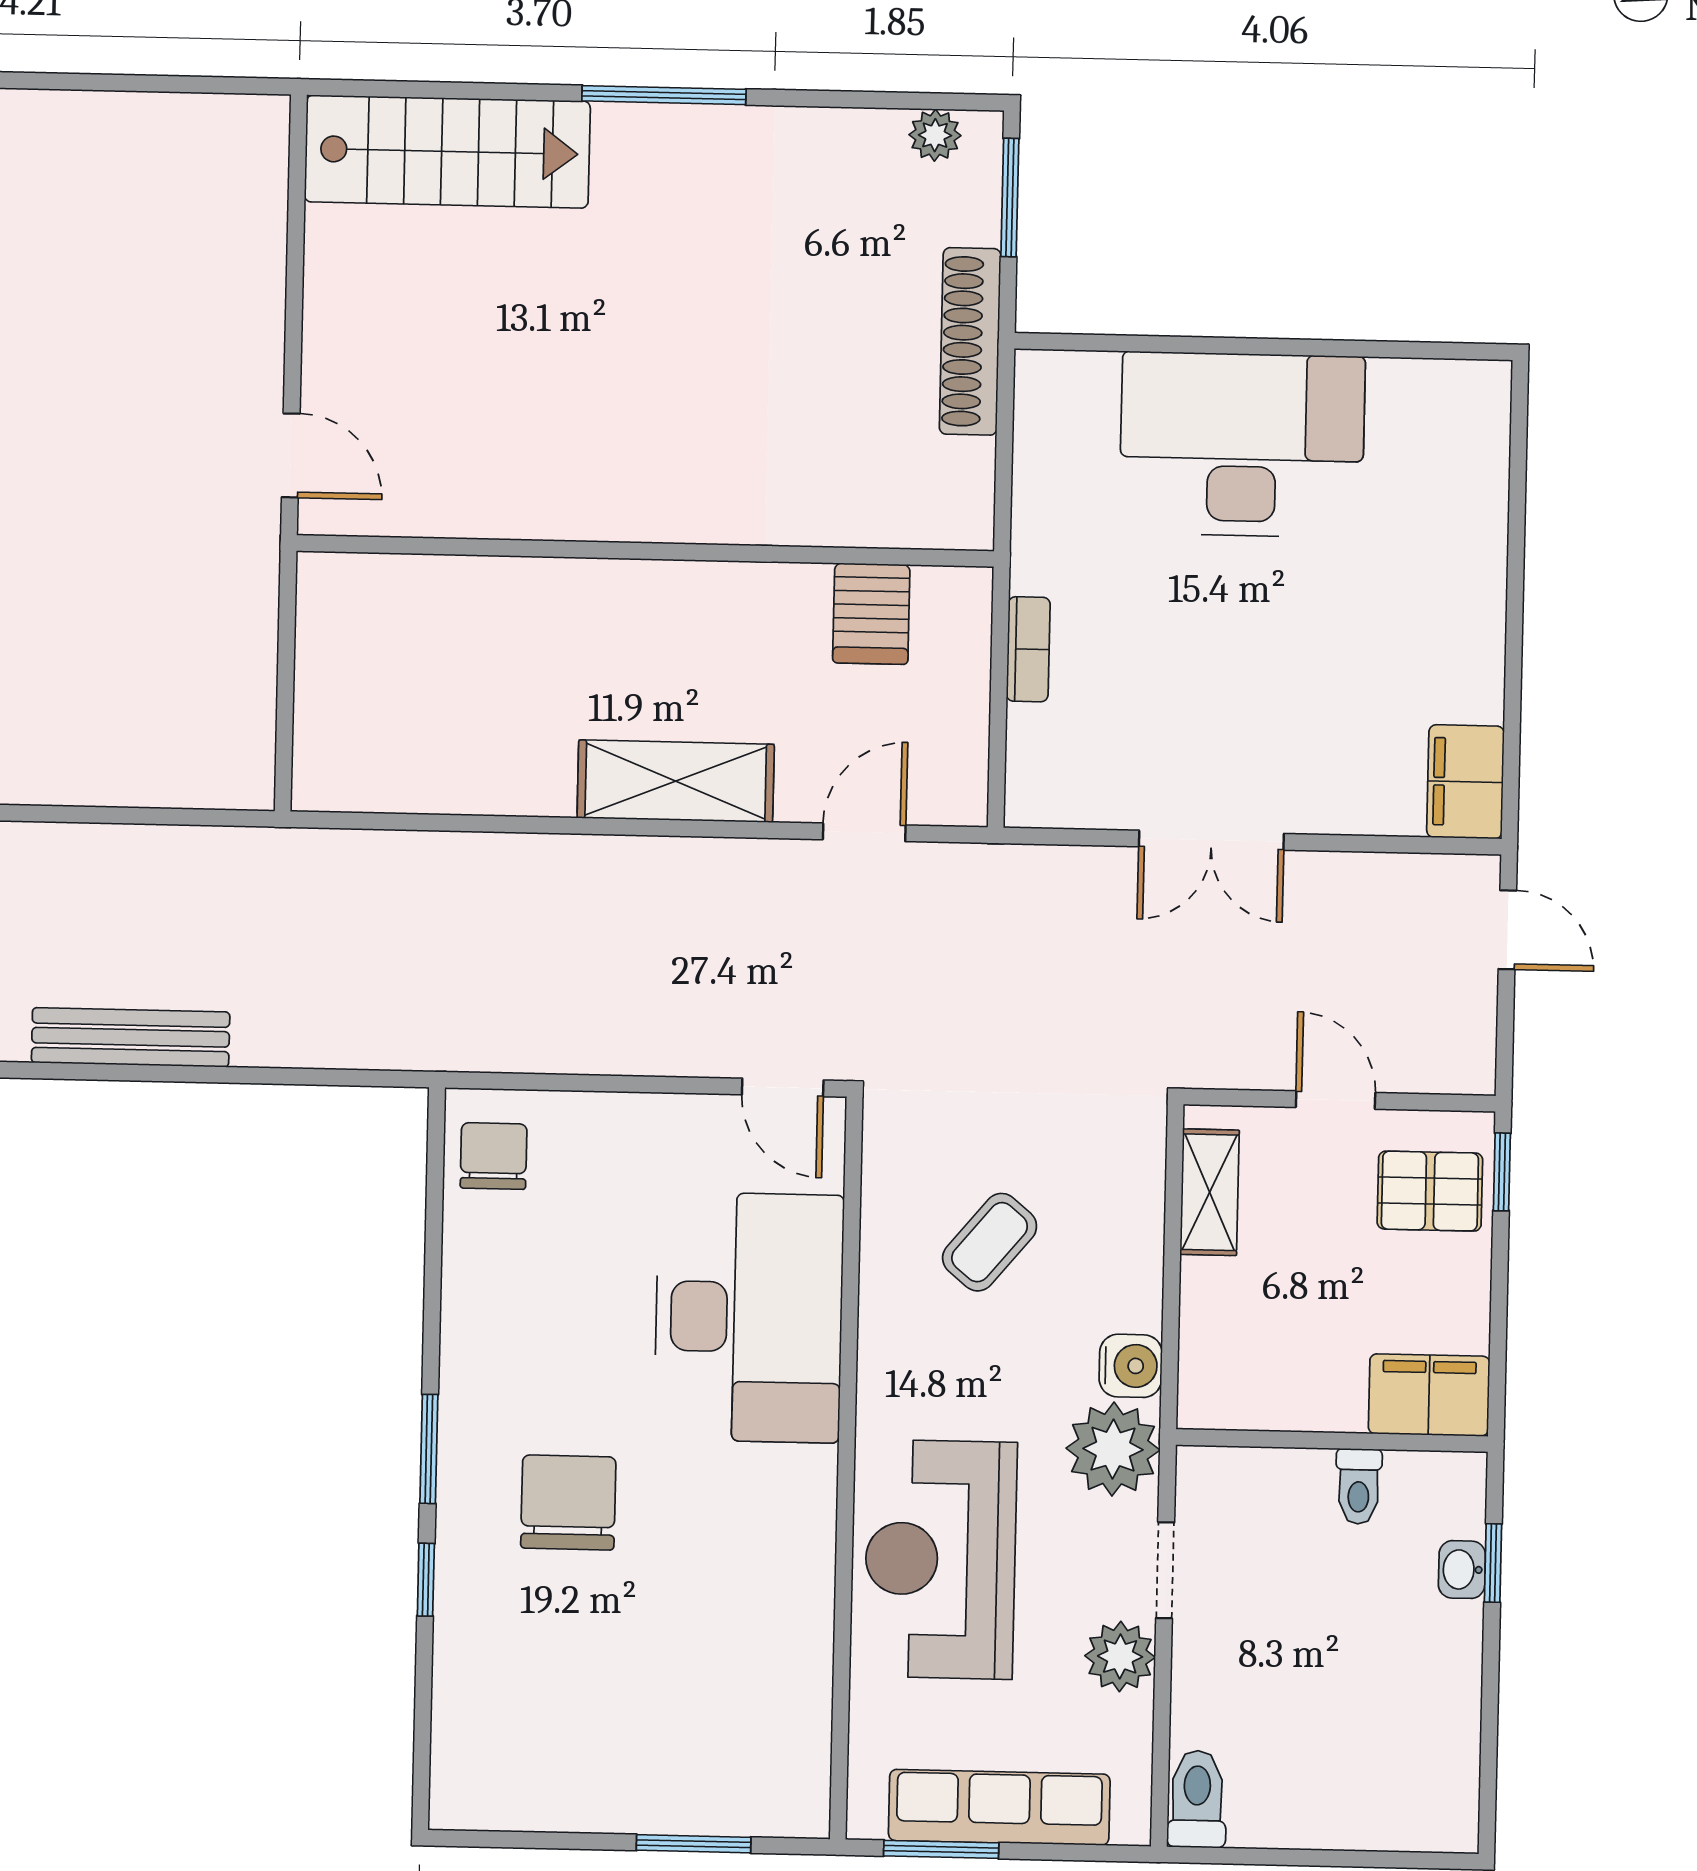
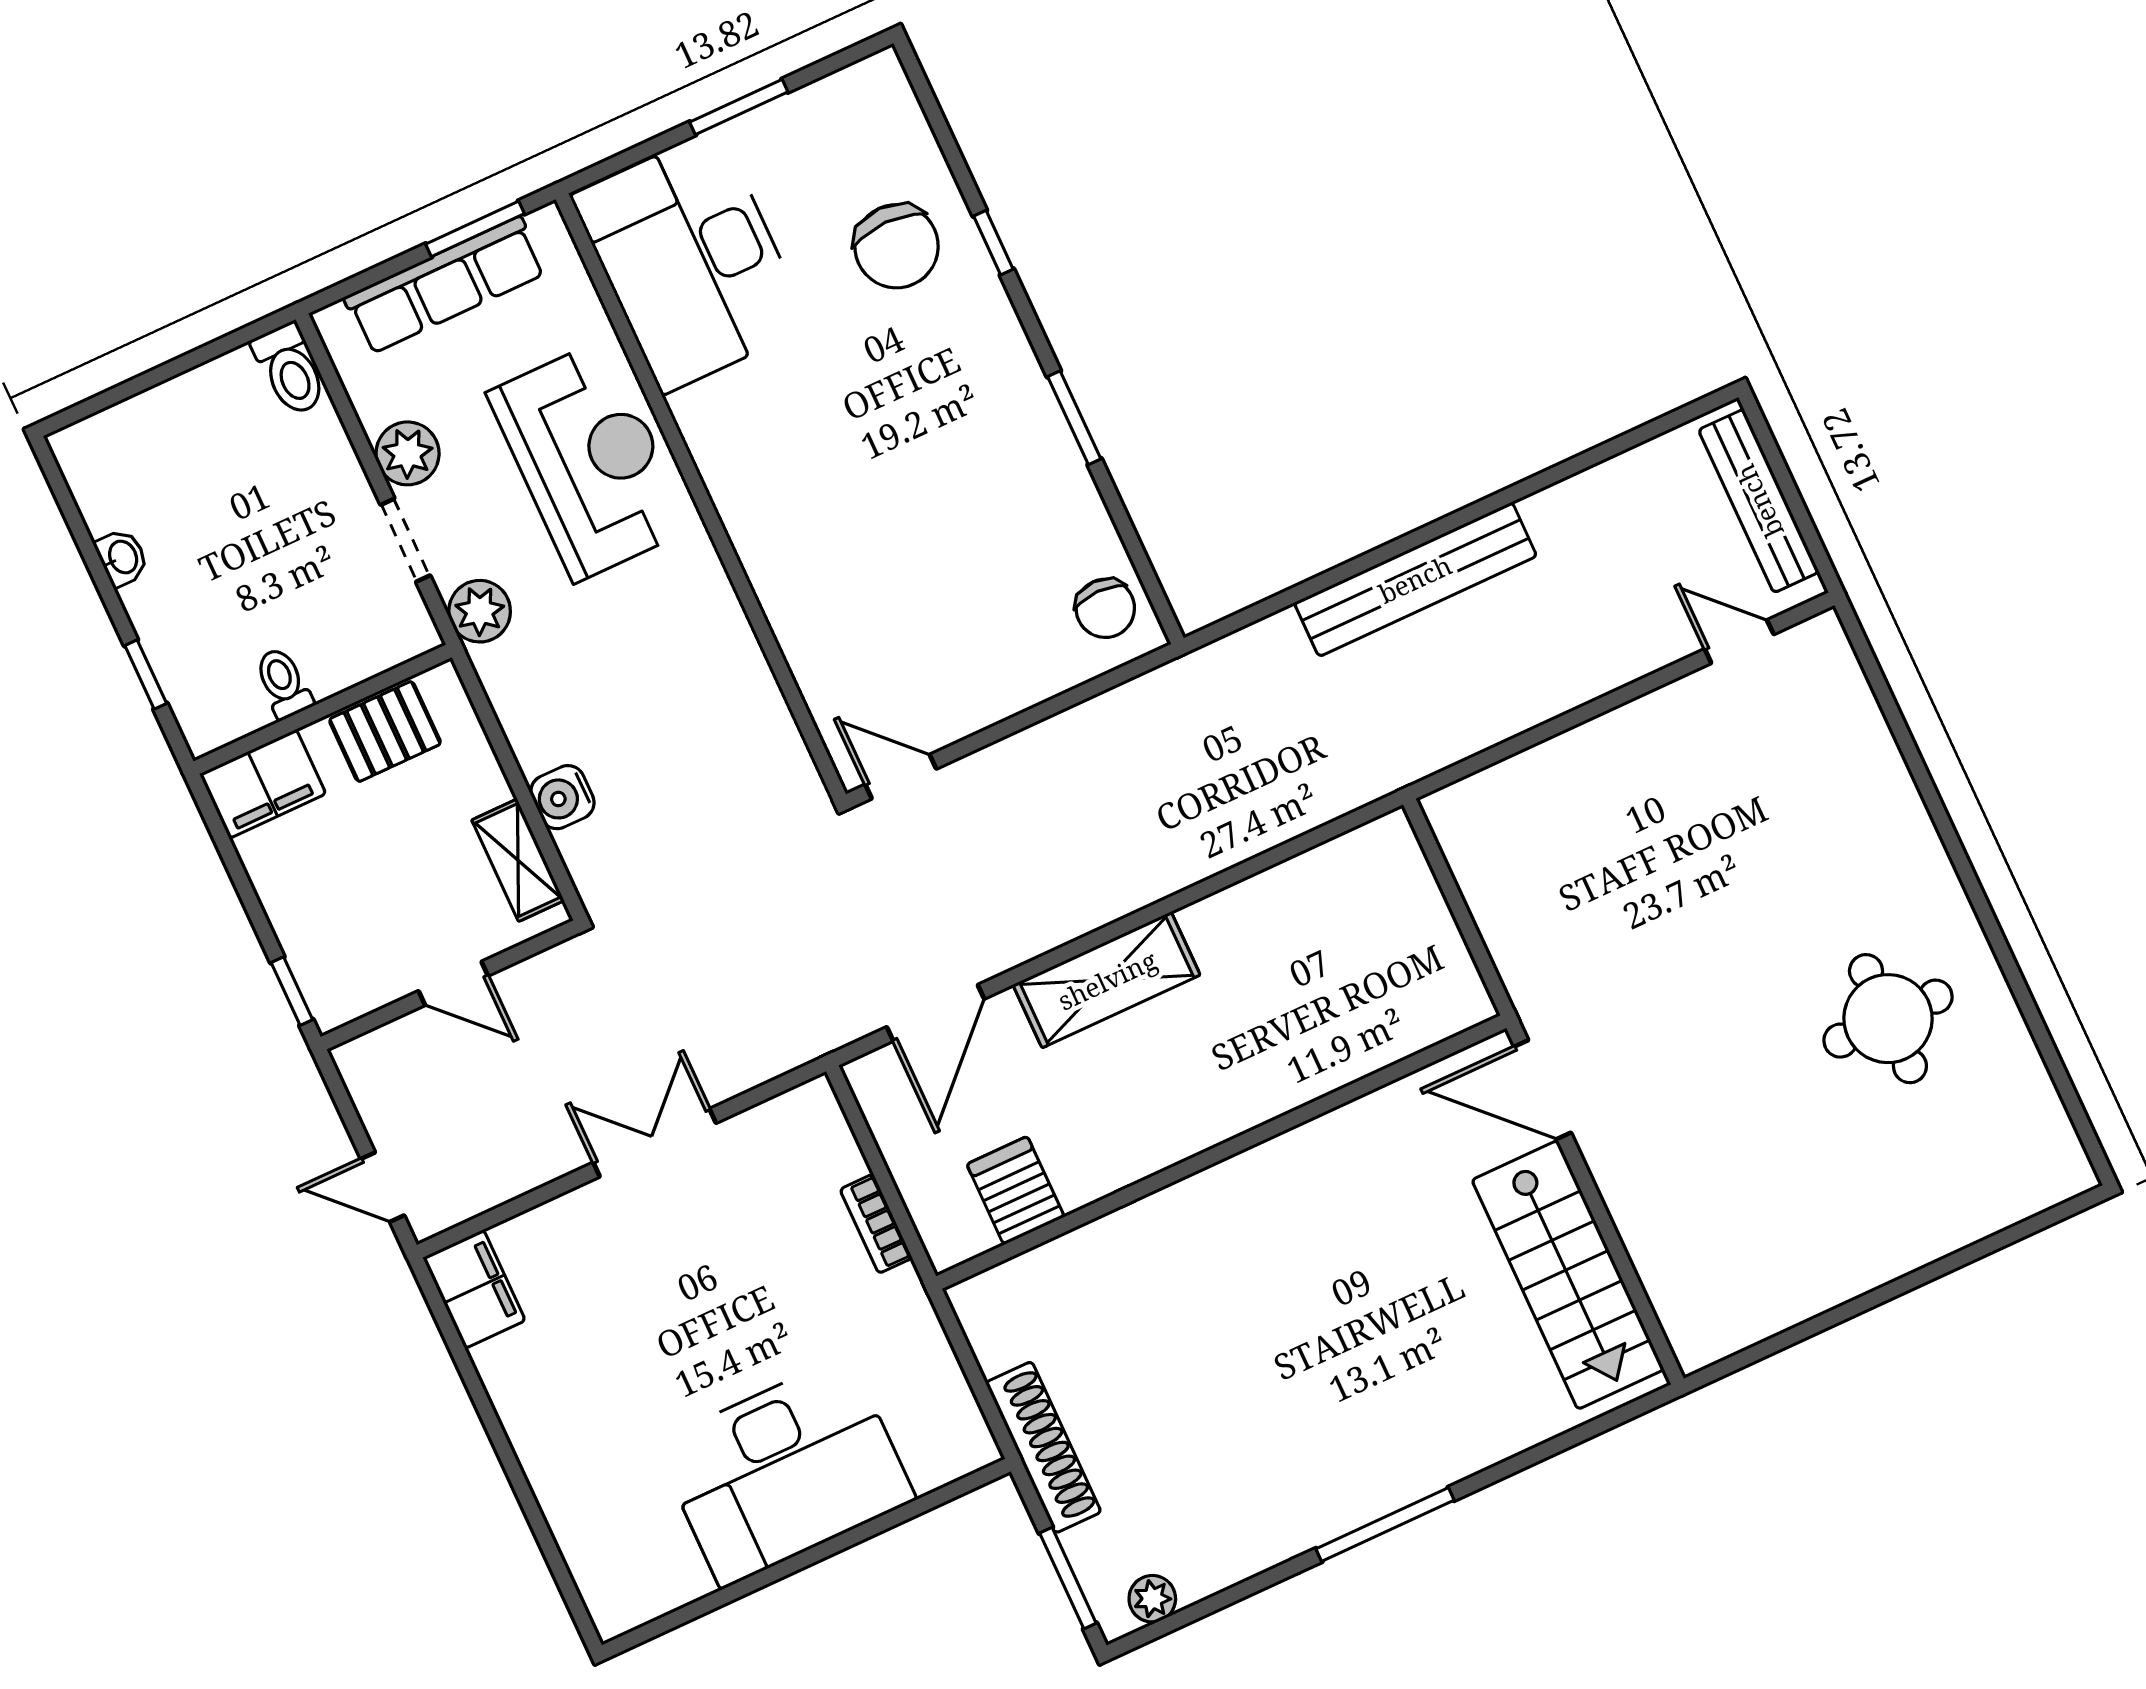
stairs: (447, 151) -> (1568, 1275), moved, turned -90
door: (291, 455) -> (1542, 1090), width x1.38
door: (864, 832) -> (936, 1013), width x1.38
bench: (131, 1037) -> (1415, 579), width x1.37, depth x1.21
pallet: (1430, 1191) -> (385, 732), moved
coffee table: (990, 1242) -> (674, 734), removed
desk: (749, 1317) -> (691, 261), moved
water cooler: (1131, 1366) -> (562, 797), moved
window: (429, 1449) -> (1074, 418), moved
plant: (1113, 1449) -> (480, 611), width x0.73, depth x0.73
chair: (568, 1503) -> (897, 246), moved
washbasin: (1462, 1570) -> (122, 558), moved
window: (694, 1844) -> (739, 107), moved

